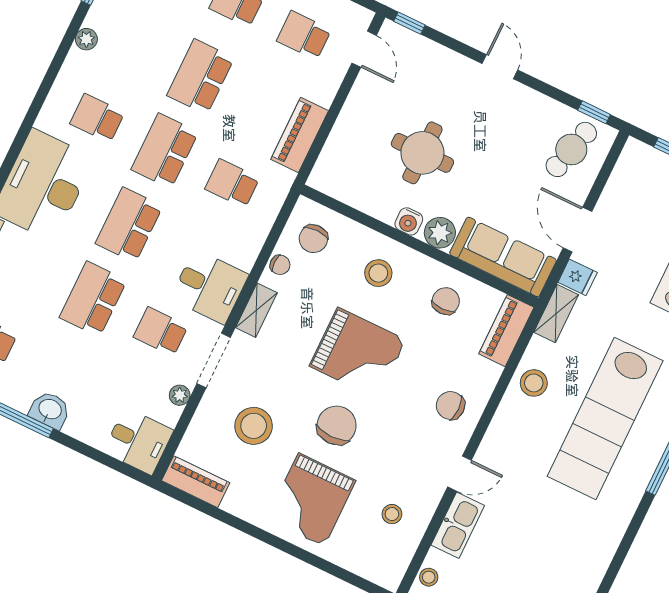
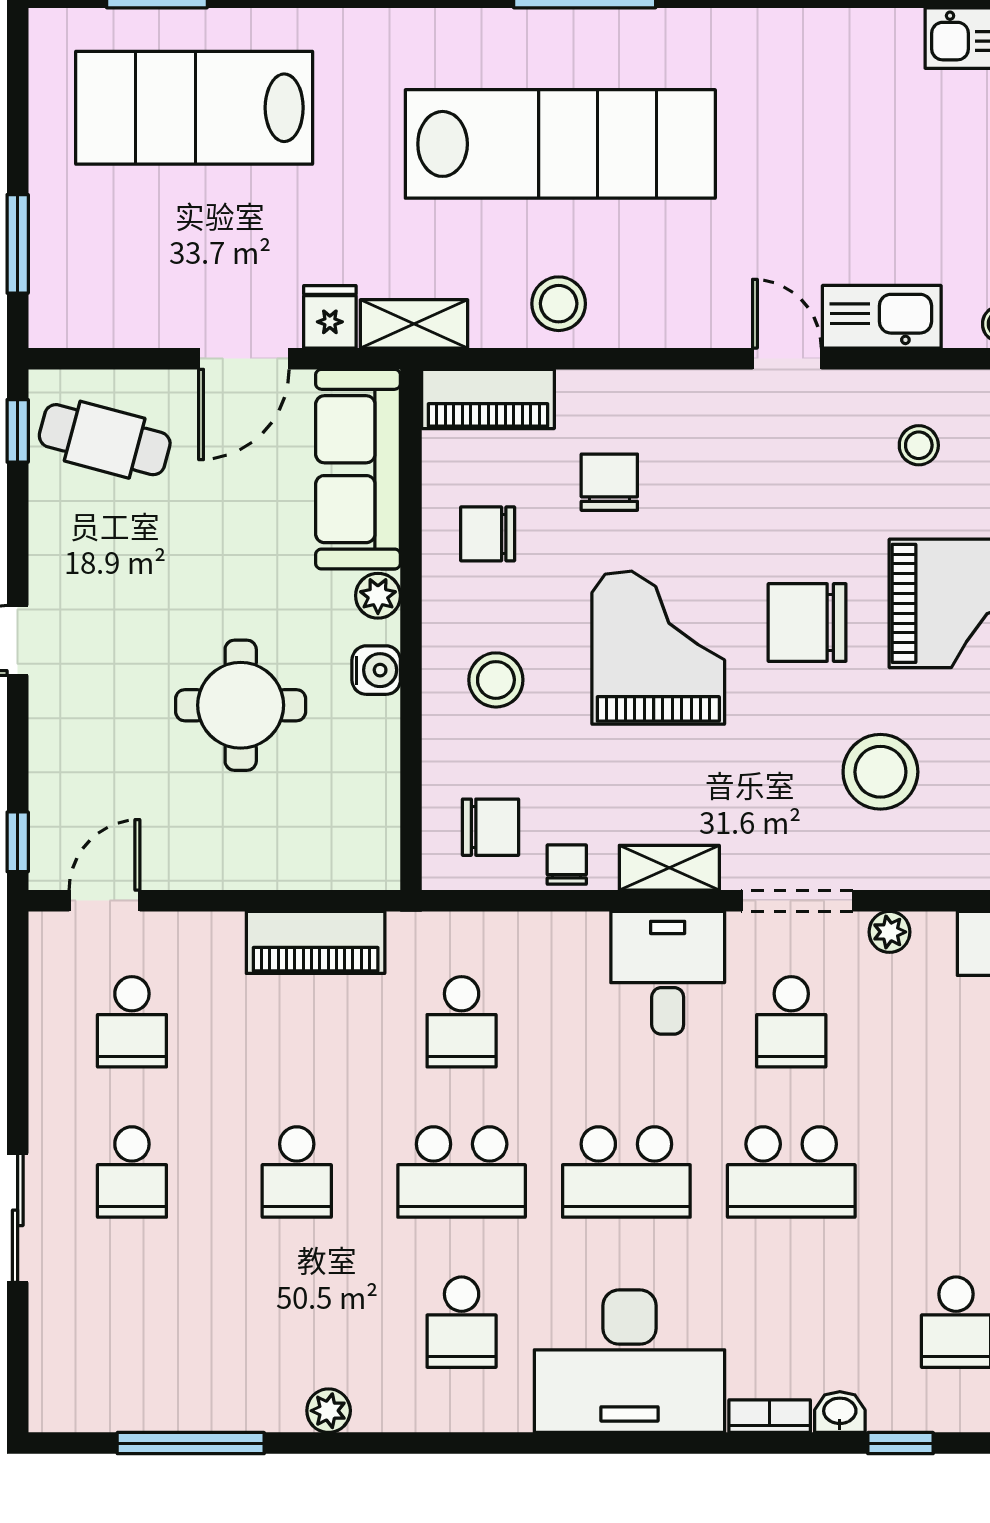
school desk: (201, 77) -> (297, 1172), width x0.54
plant: (440, 233) -> (378, 596), width x0.73, depth x0.73
chair: (450, 406) -> (609, 482), moved, turned 180

